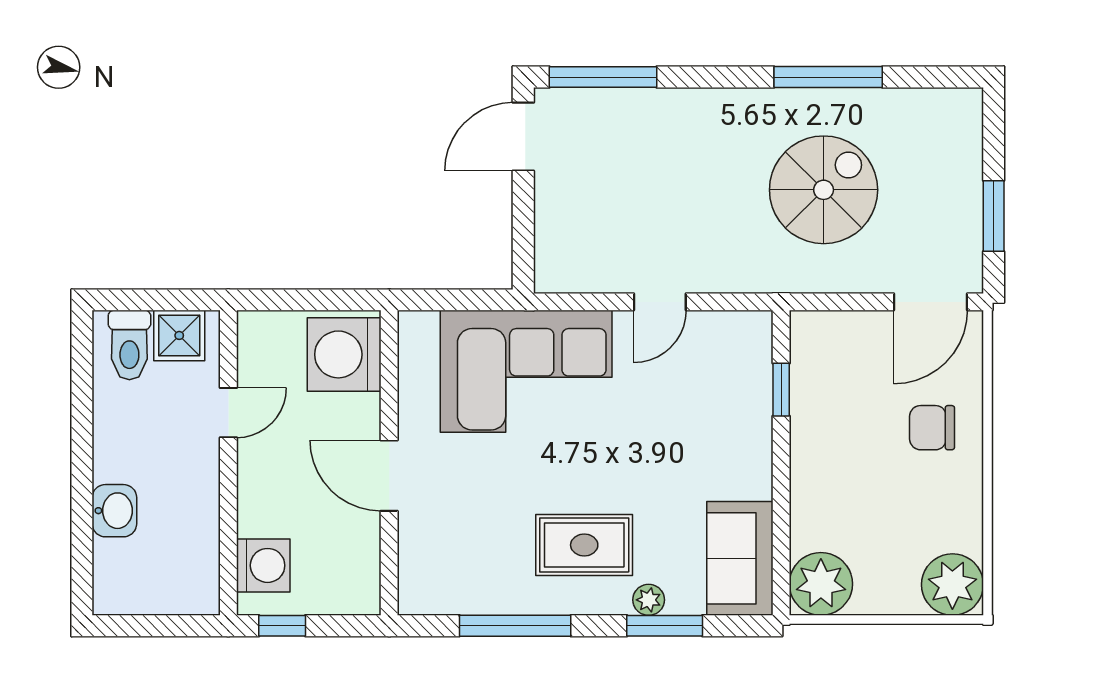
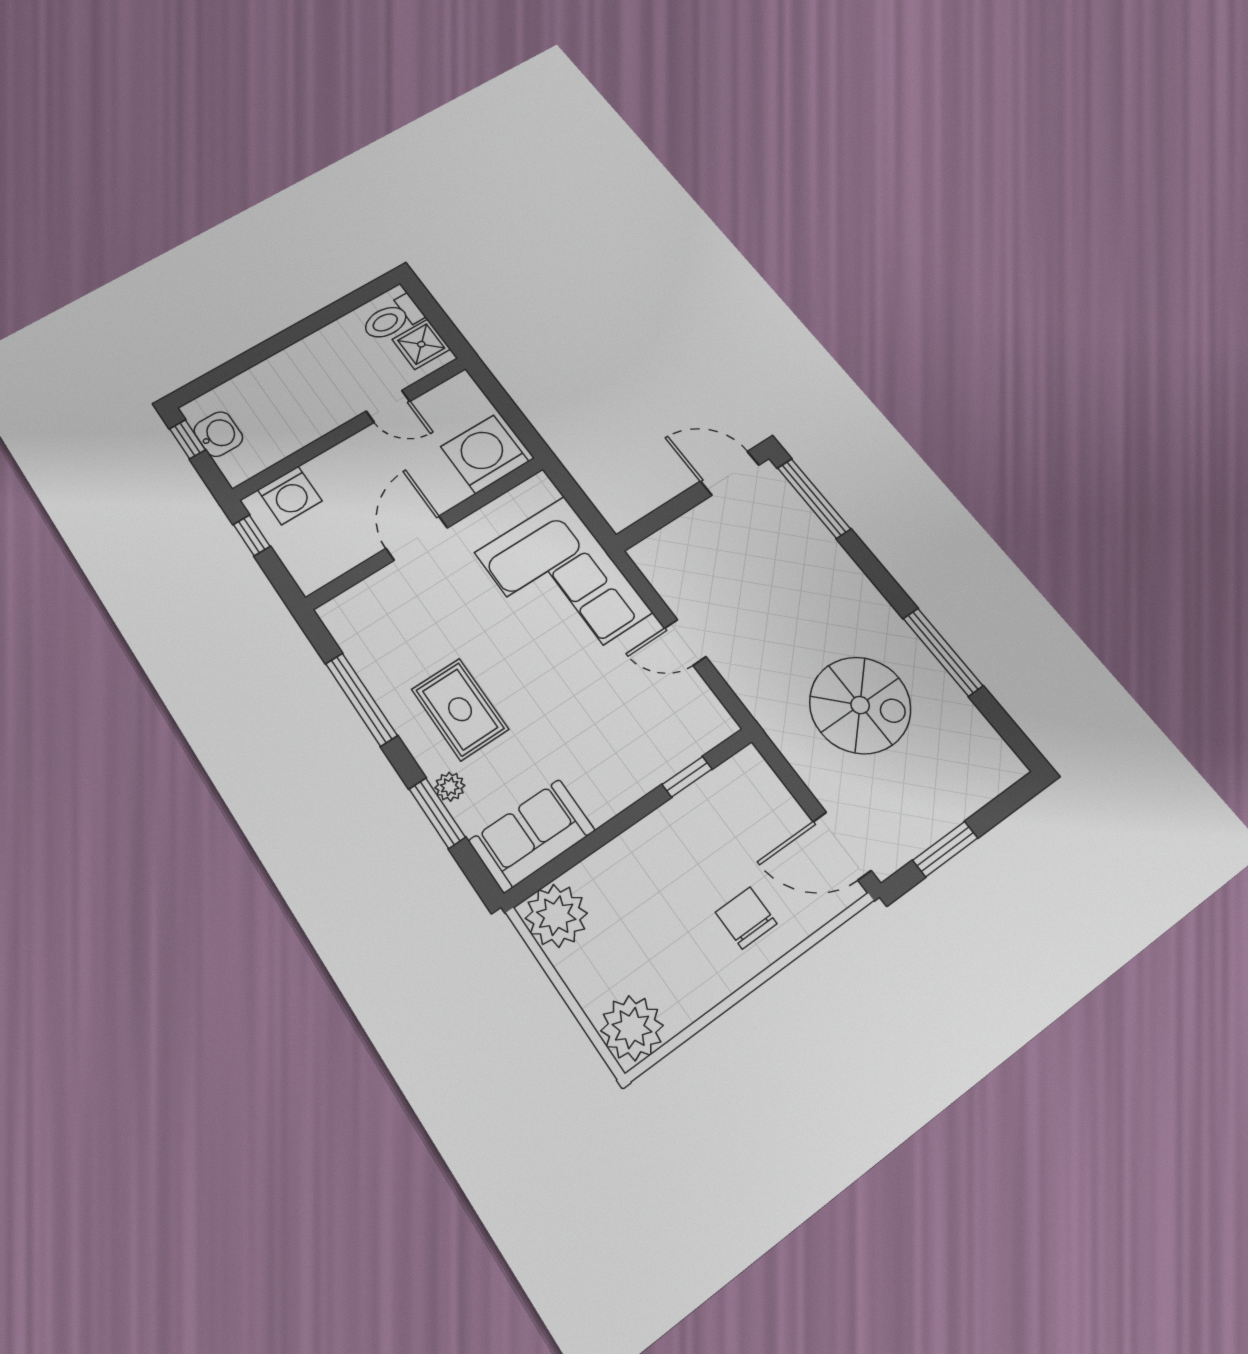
washbasin: (114, 511) -> (218, 434), moved, turned -90
window: (135, 626) -> (187, 439), added

